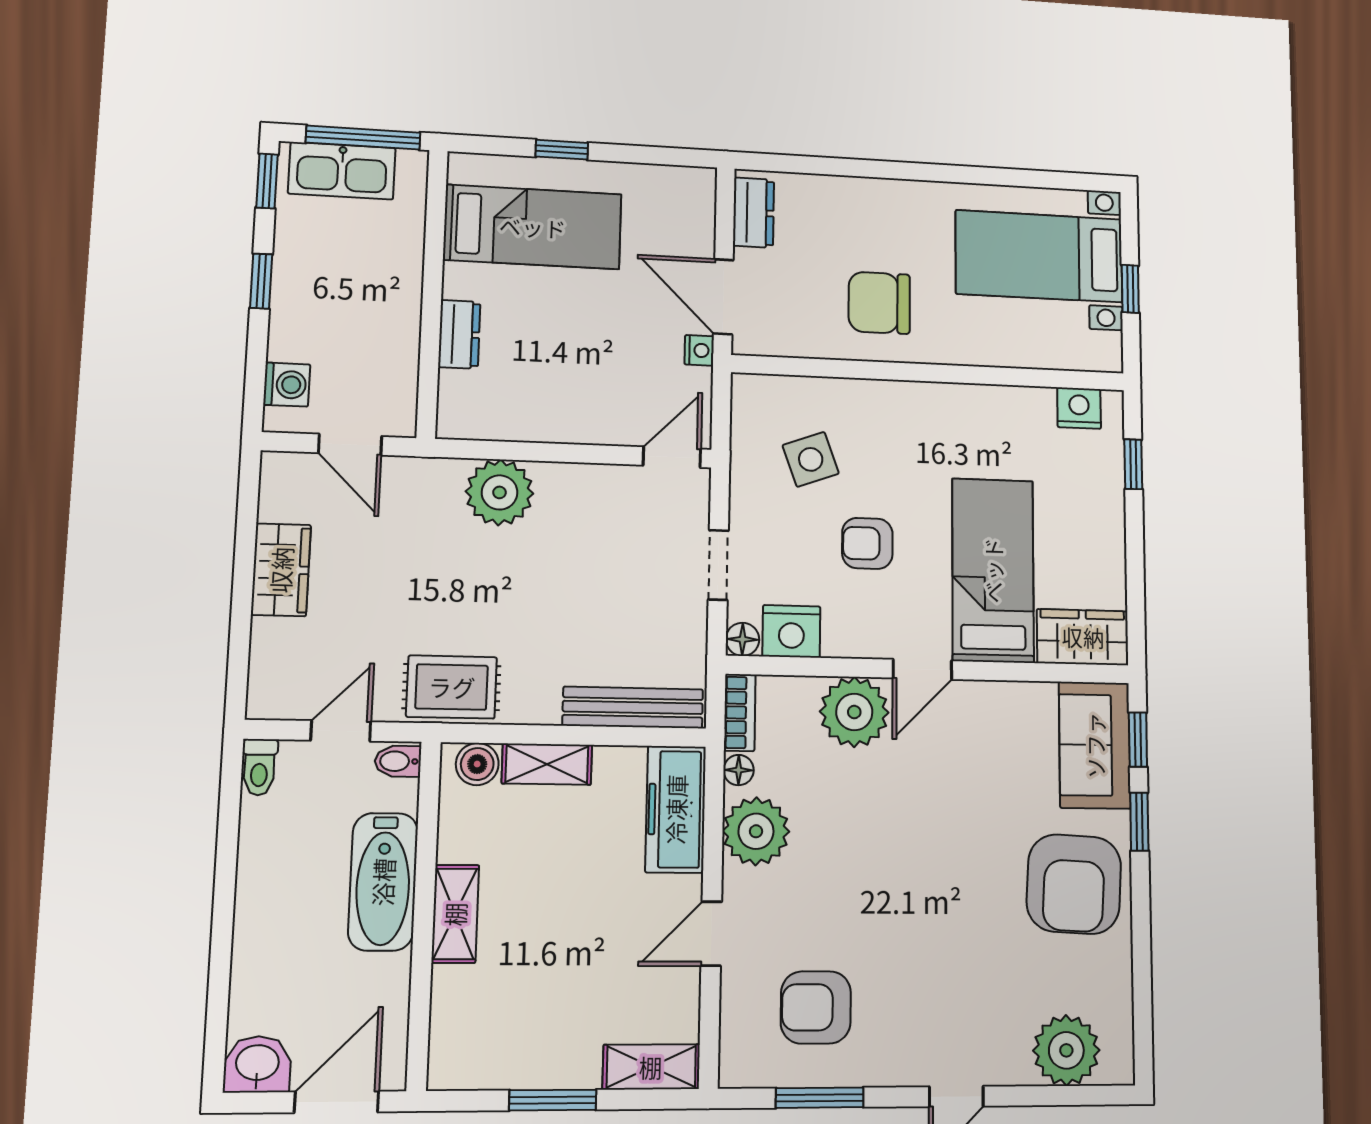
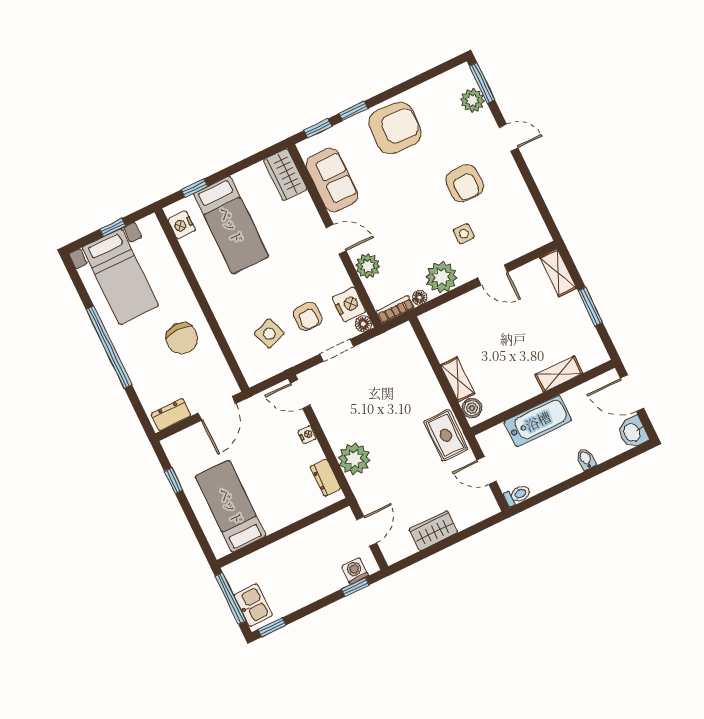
window: (562, 150) -> (174, 481), moved
kitchen sink: (342, 171) -> (253, 605), width x0.73
window: (926, 172) -> (109, 347), added
window: (261, 281) -> (355, 587), moved
dresser: (459, 334) -> (325, 478), moved, turned -90
nightstand: (699, 350) -> (307, 435), moved, turned 90
armchair: (867, 543) -> (308, 316), moved
bed: (993, 570) -> (231, 225), moved, turned -90
bench: (633, 707) -> (416, 356), removed
plant: (854, 712) -> (368, 266), width x0.73, depth x0.73
sofa: (1095, 745) -> (332, 180), moved, turned -90
bidet: (398, 761) -> (586, 459), moved, turned 180
freezer: (676, 809) -> (449, 316), removed
shelving: (455, 914) -> (559, 374), moved
side table: (817, 916) -> (464, 234), added
armchair: (816, 1007) -> (465, 183), moved
plant: (1066, 1050) -> (472, 100), width x0.73, depth x0.73
window: (820, 1098) -> (482, 83), moved

